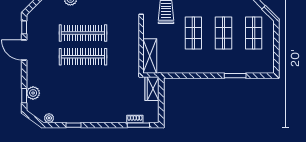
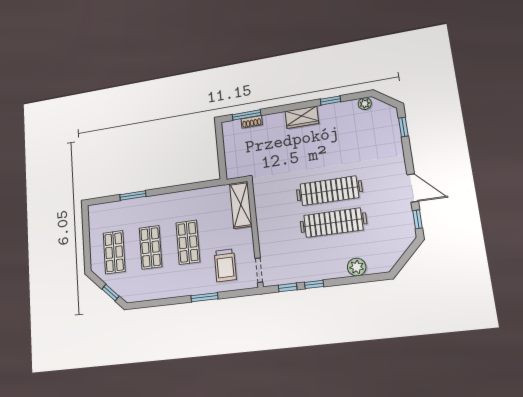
wardrobe: (152, 89) -> (302, 117), moved, turned 90
plant: (33, 93) -> (391, 133), removed

